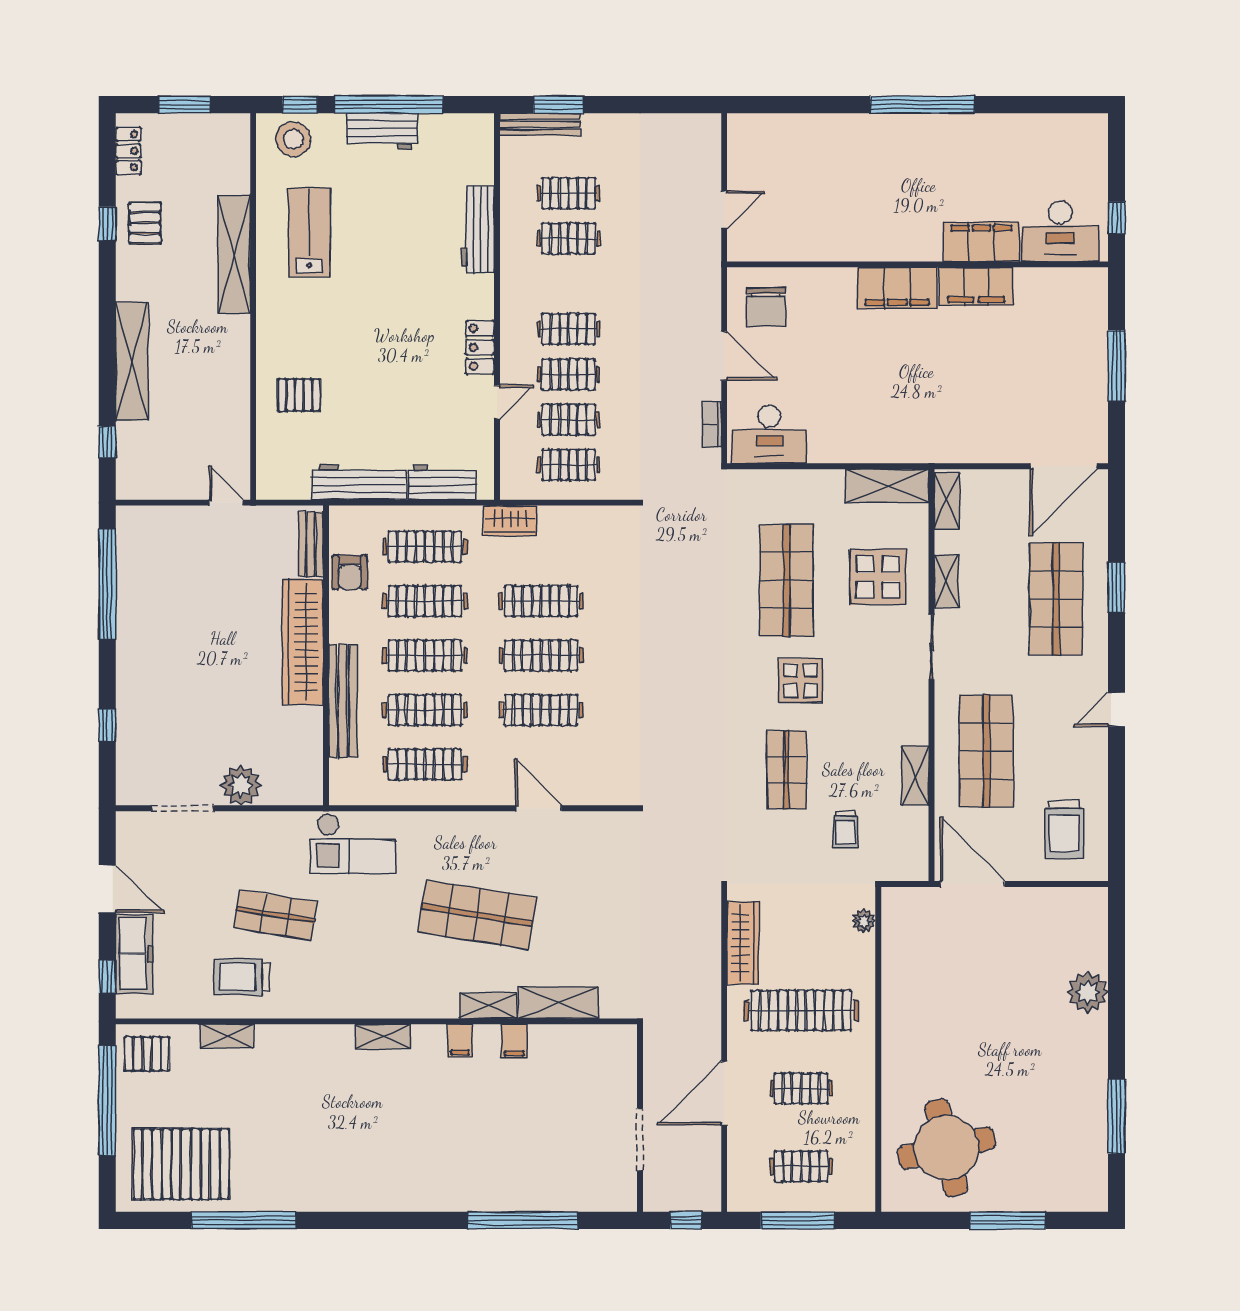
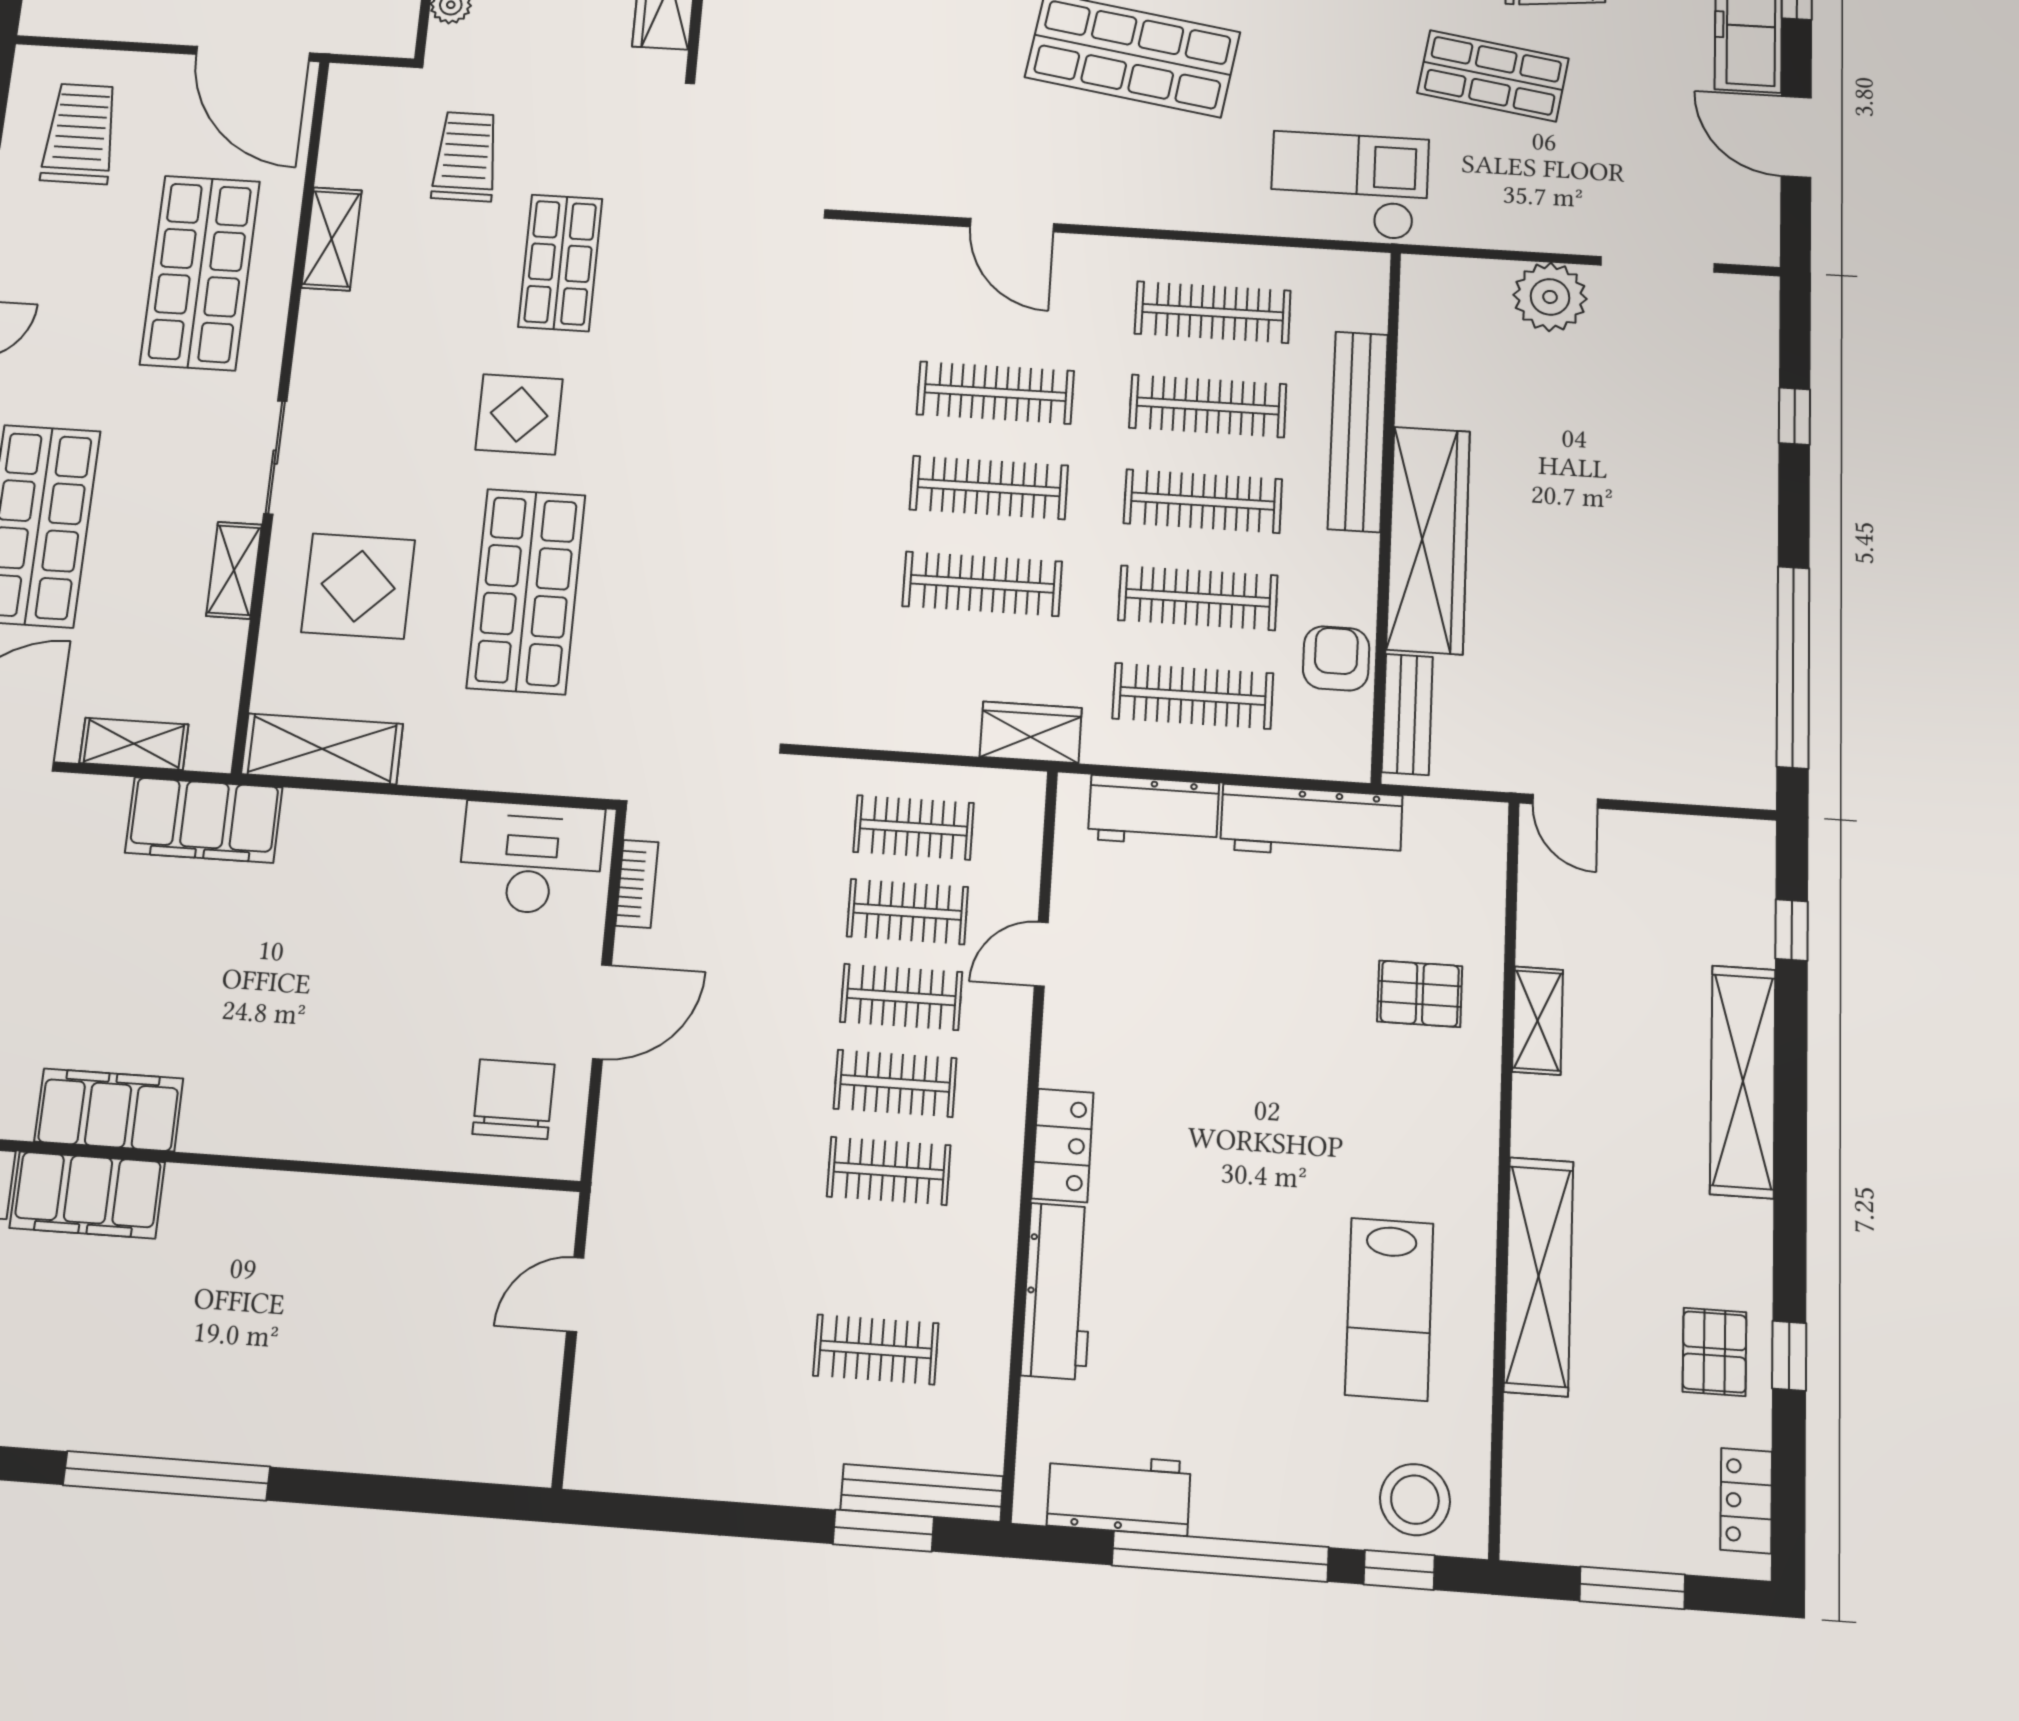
workbench: (382, 131) -> (1119, 1494), moved
clothes rail: (568, 239) -> (889, 1171), moved
filing cabinet: (897, 288) -> (204, 820), moved, turned 180
locker: (480, 347) -> (1063, 1145), moved
door: (724, 356) -> (602, 1012), swing flipped
shelving: (238, 385) -> (1538, 1021), added
shelving: (947, 500) -> (134, 744), moved, turned 90
trolley: (846, 829) -> (466, 157), width x1.36, depth x1.39

